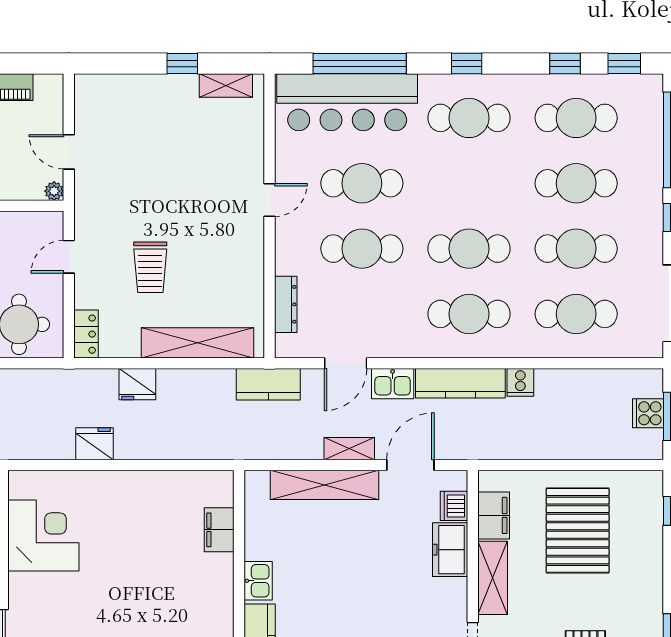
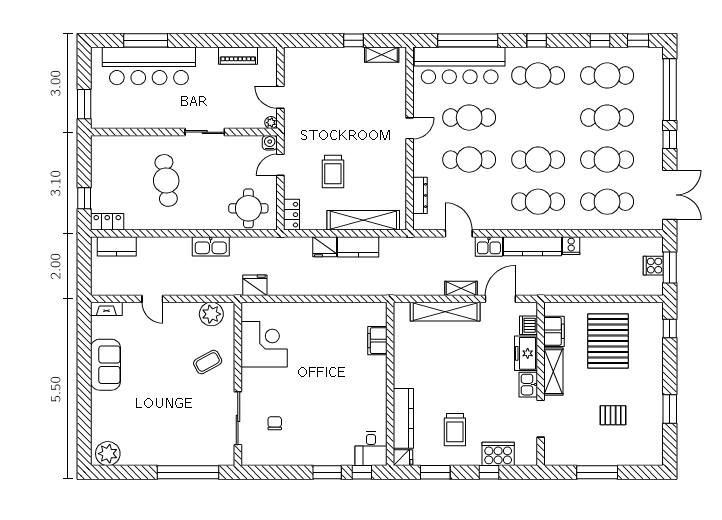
water cooler: (52, 222) -> (270, 143), added
door: (346, 363) -> (459, 233), swing flipped
kitchen counter: (268, 384) -> (358, 247), moved
fridge: (94, 444) -> (255, 285), moved
kitchen sink: (258, 581) -> (528, 385), moved, turned 180

